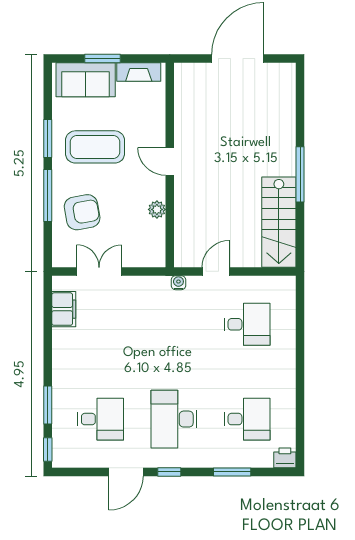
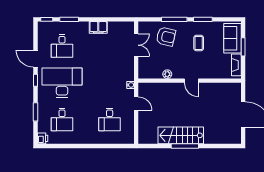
coffee table: (95, 147) -> (199, 43), width x0.54, depth x0.58
door: (170, 161) -> (191, 81), swing flipped
armchair: (82, 212) -> (166, 37), turned -67
stairs: (279, 222) -> (181, 135), moved
filing cabinet: (64, 309) -> (98, 27), moved
desk: (174, 419) -> (62, 83), width x1.36, depth x1.30

